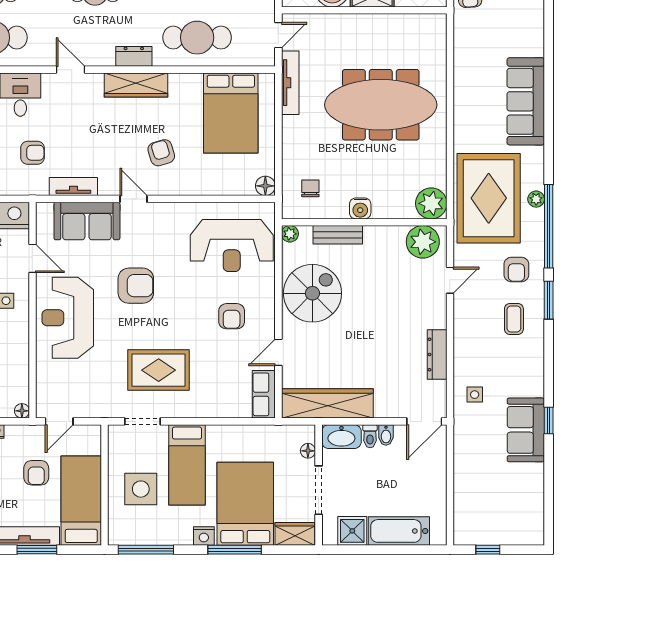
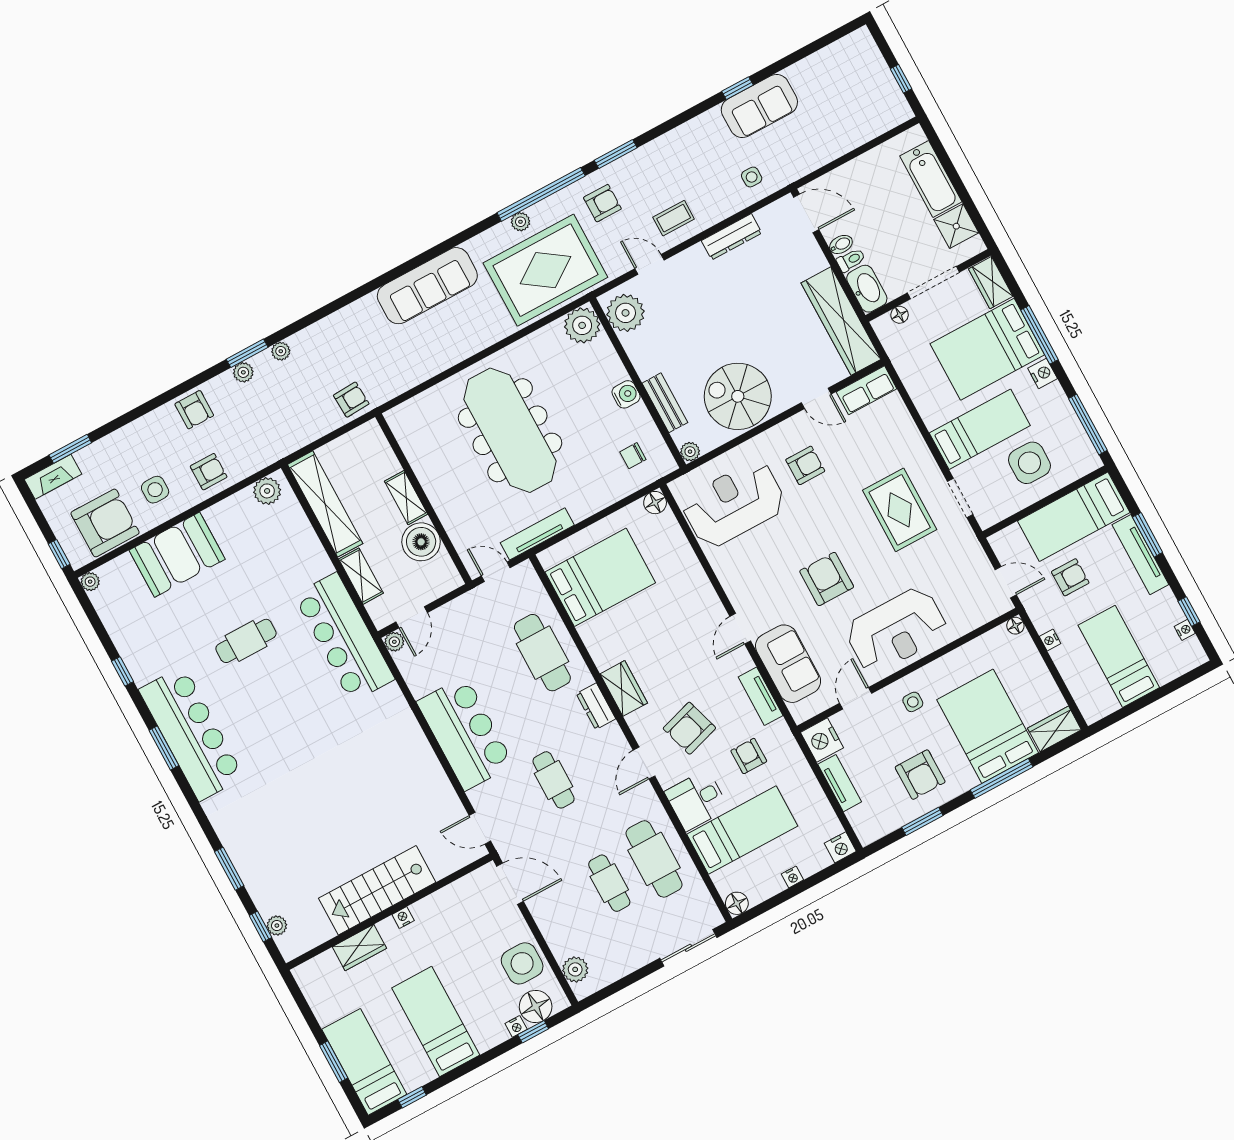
wardrobe: (136, 85) -> (624, 688), width x0.67
armchair: (161, 153) -> (689, 728), moved, width x1.38, depth x1.38
reception desk: (232, 246) -> (734, 504), turned -90
coffee table: (514, 319) -> (674, 218), moved

